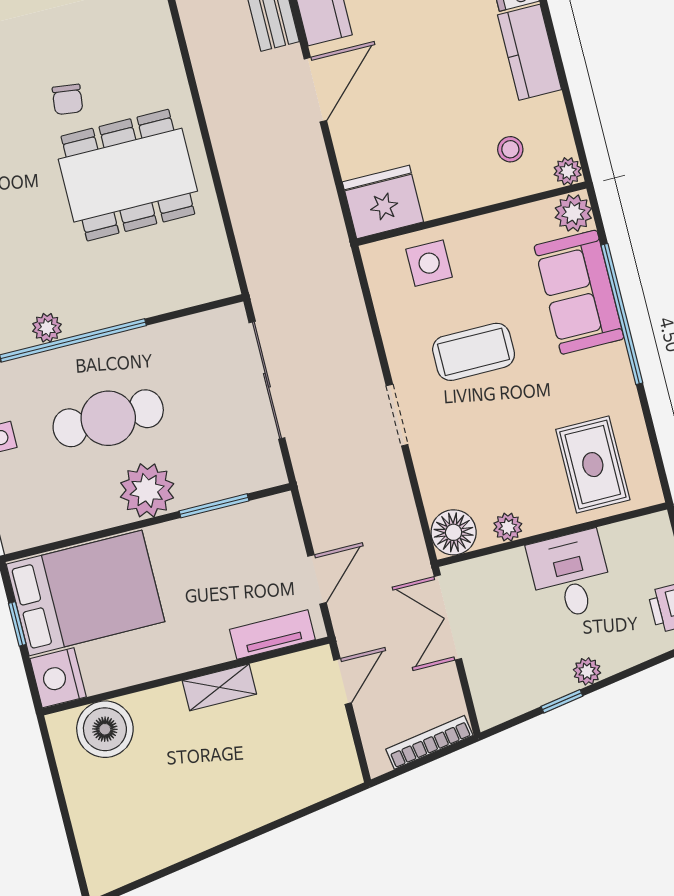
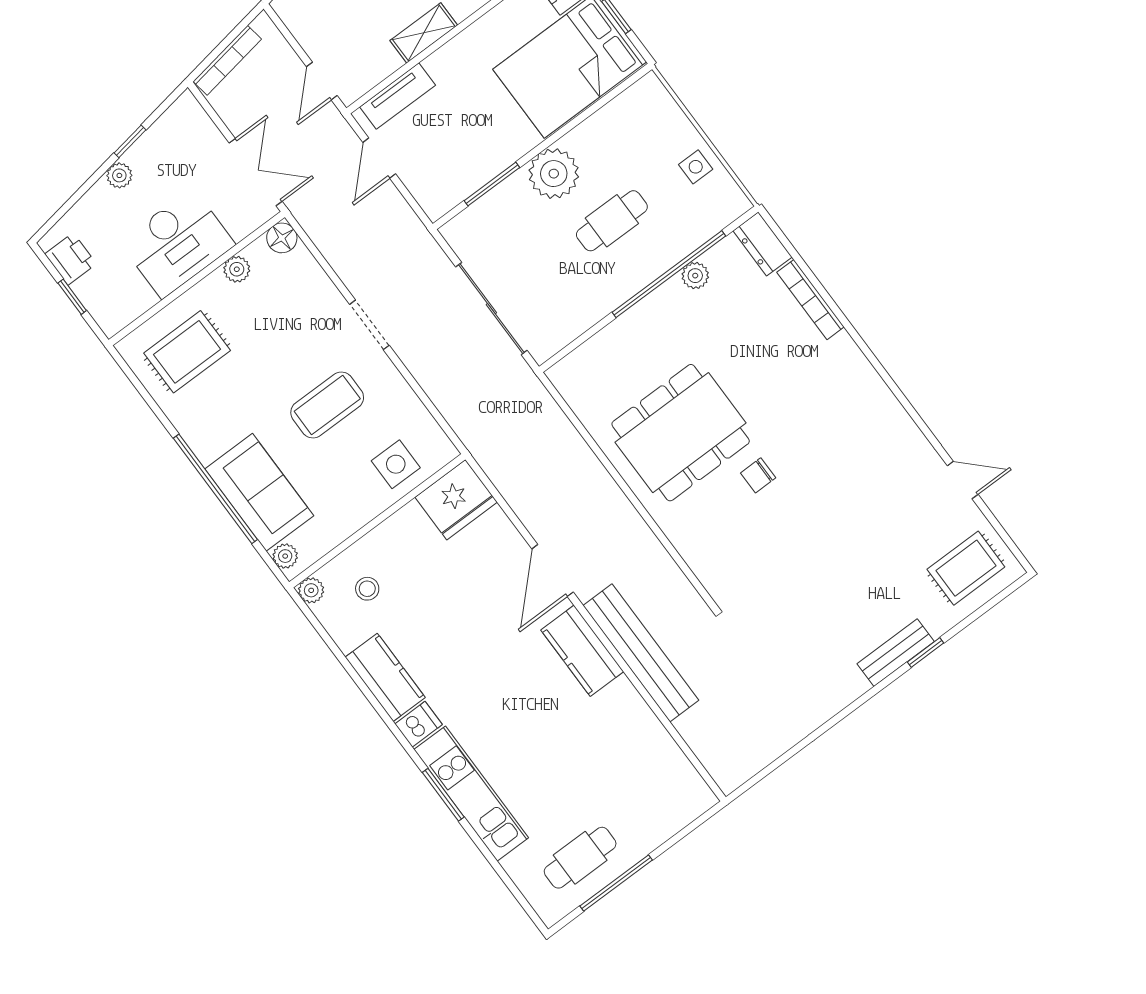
chair: (68, 99) -> (758, 475), turned -97
plant: (573, 213) -> (285, 556), width x0.73, depth x0.73
cafe table: (108, 418) -> (612, 221), width x0.73, depth x0.74
rug: (593, 465) -> (187, 352), turned 90
floor lamp: (454, 532) -> (282, 238), width x0.73, depth x0.73
desk: (570, 575) -> (177, 243), width x1.37

